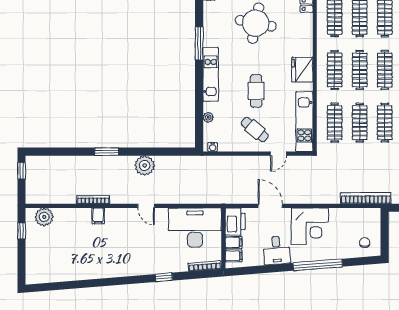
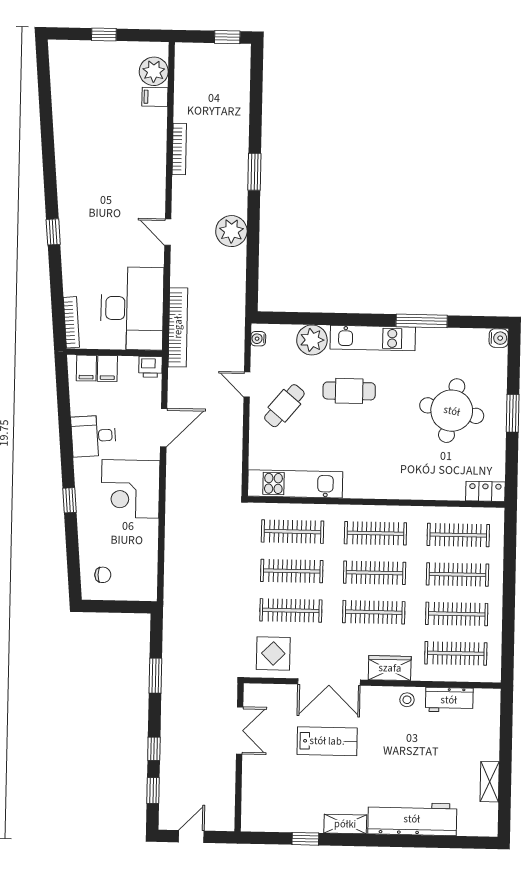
fridge: (302, 70) -> (377, 482), removed
cafe table: (256, 91) -> (349, 391), moved
plant: (208, 117) -> (312, 340), width x1.88, depth x1.88
door: (278, 154) -> (247, 385), moved
bookcase: (366, 198) -> (178, 327), moved
door: (146, 206) -> (168, 232), hinge flipped
filing cabinet: (98, 216) -> (155, 97), moved
printer: (235, 221) -> (150, 367), width x0.53, depth x0.68
window: (21, 231) -> (104, 35), moved
window: (318, 265) -> (69, 500), width x0.32
window: (164, 277) -> (53, 232), moved

